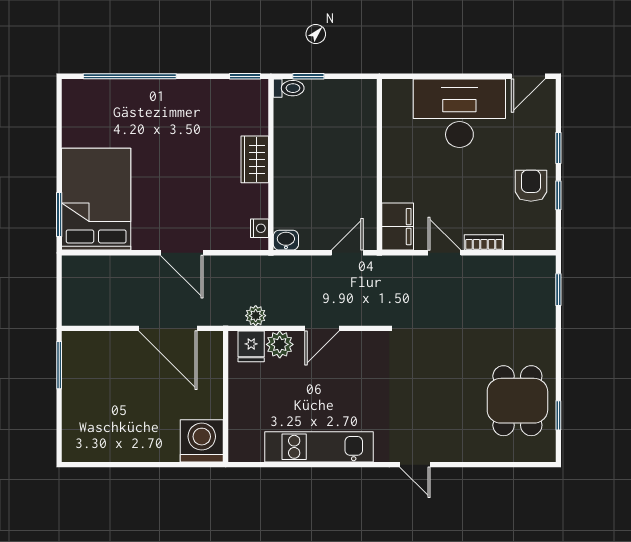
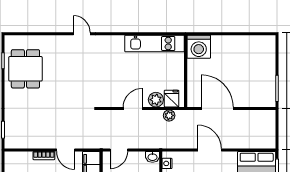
kitchen unit: (319, 447) -> (155, 43), moved

